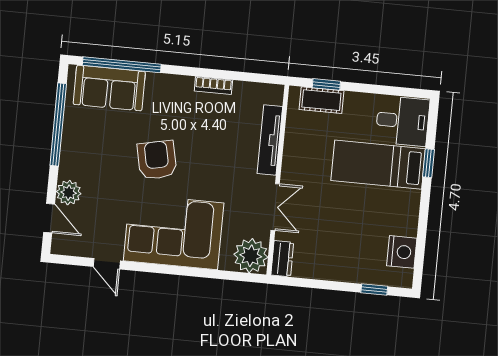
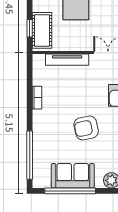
sofa: (109, 88) -> (73, 176), moved, turned -90
cot: (321, 100) -> (42, 30), width x1.37, depth x1.34

